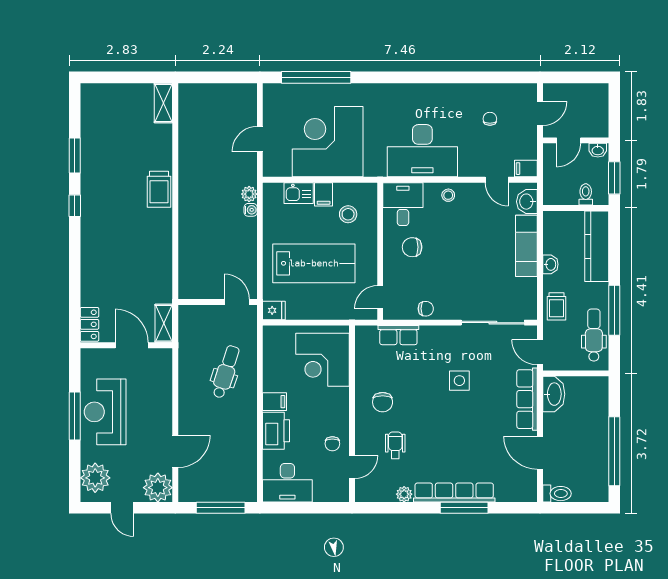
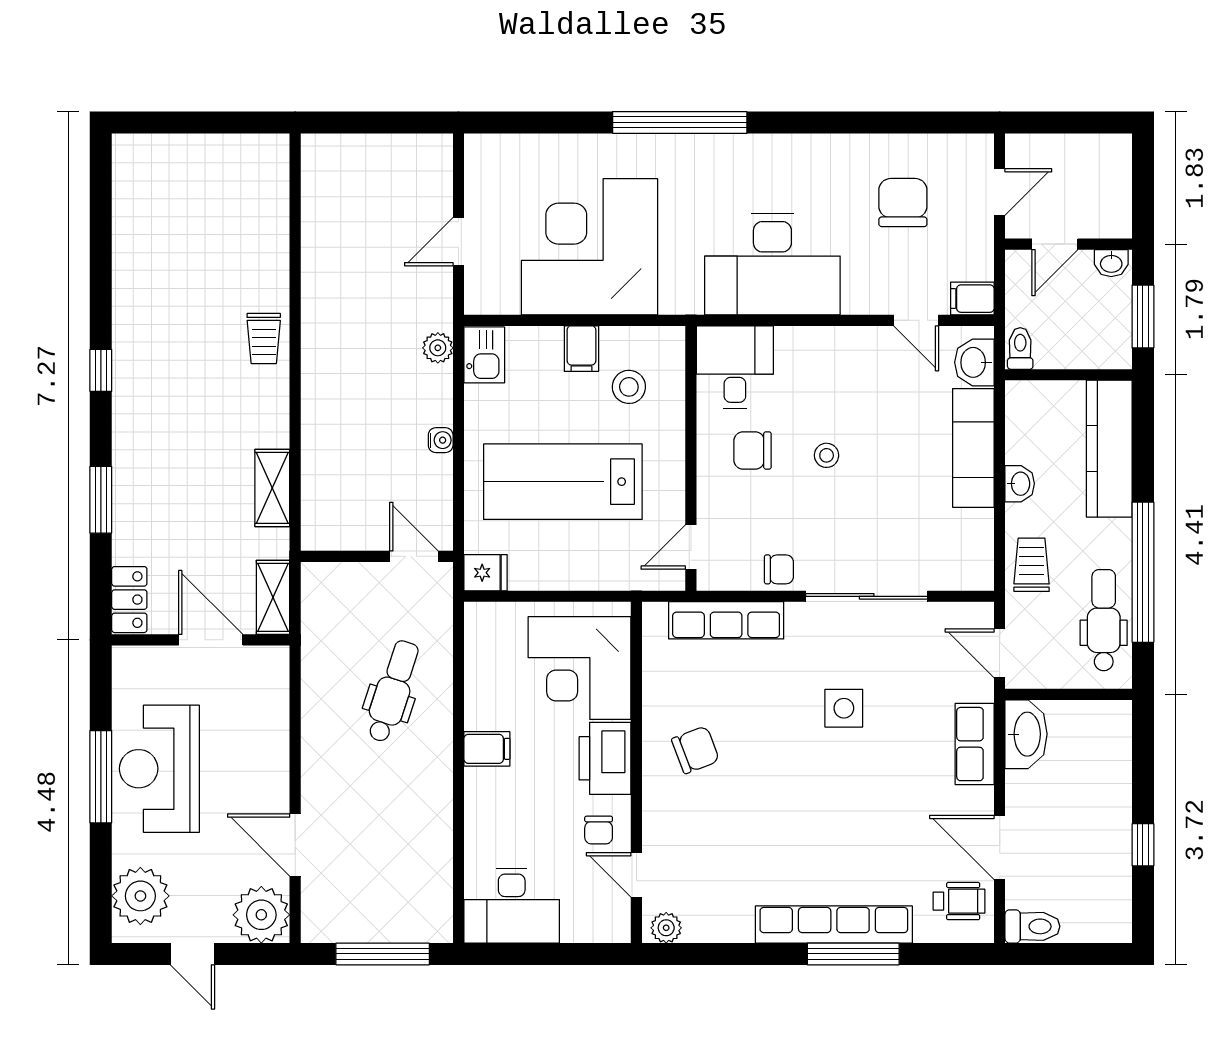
window: (316, 77) -> (680, 122), moved
shelving: (163, 103) -> (272, 488), moved
chair: (490, 119) -> (903, 203), width x1.87, depth x1.87
window: (75, 155) -> (101, 500), moved
trolley: (159, 189) -> (264, 338), width x0.73, depth x0.72
kitchen sink: (299, 193) -> (484, 355), moved, turned -90
toilet: (586, 194) -> (1020, 349), moved
stool: (448, 195) -> (827, 455), moved
water cooler: (251, 210) -> (441, 440), moved
lab bench: (314, 263) -> (563, 482), turned 180
trolley: (557, 306) -> (1032, 565), turned 180
window: (614, 310) -> (1143, 572), width x1.46
sliding door: (493, 323) -> (867, 596), moved
row of seats: (398, 335) -> (726, 620), width x1.48
row of seats: (527, 399) -> (975, 744), width x0.68
chair: (383, 402) -> (695, 750), turned -111
printer: (276, 431) -> (605, 758), moved, turned 180
wheelchair: (395, 445) -> (959, 901), moved, turned 90
door: (175, 451) -> (295, 845), swing flipped
window: (614, 451) -> (1143, 845), width x0.32
door: (352, 467) -> (636, 875), swing flipped
plant: (404, 494) -> (666, 928), moved

